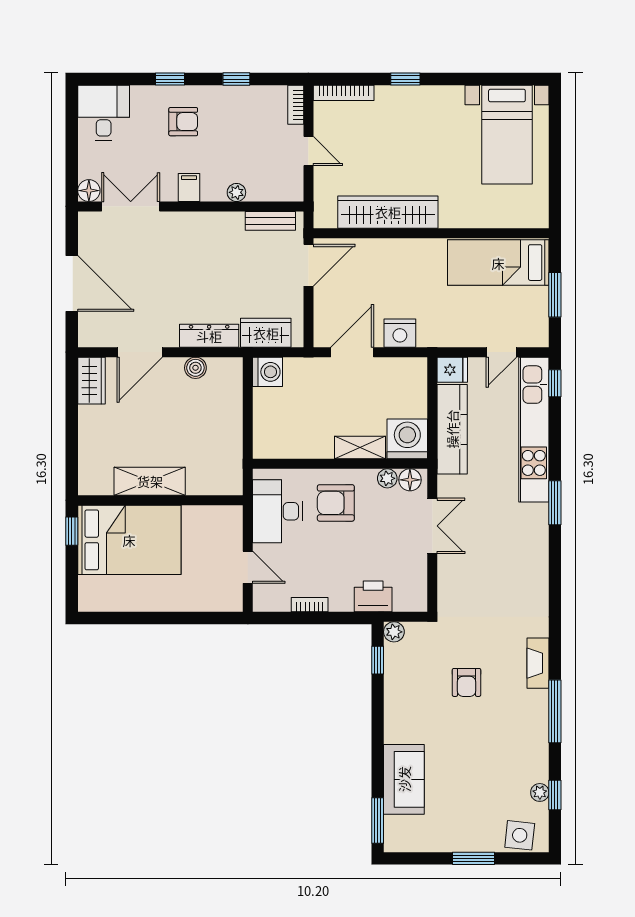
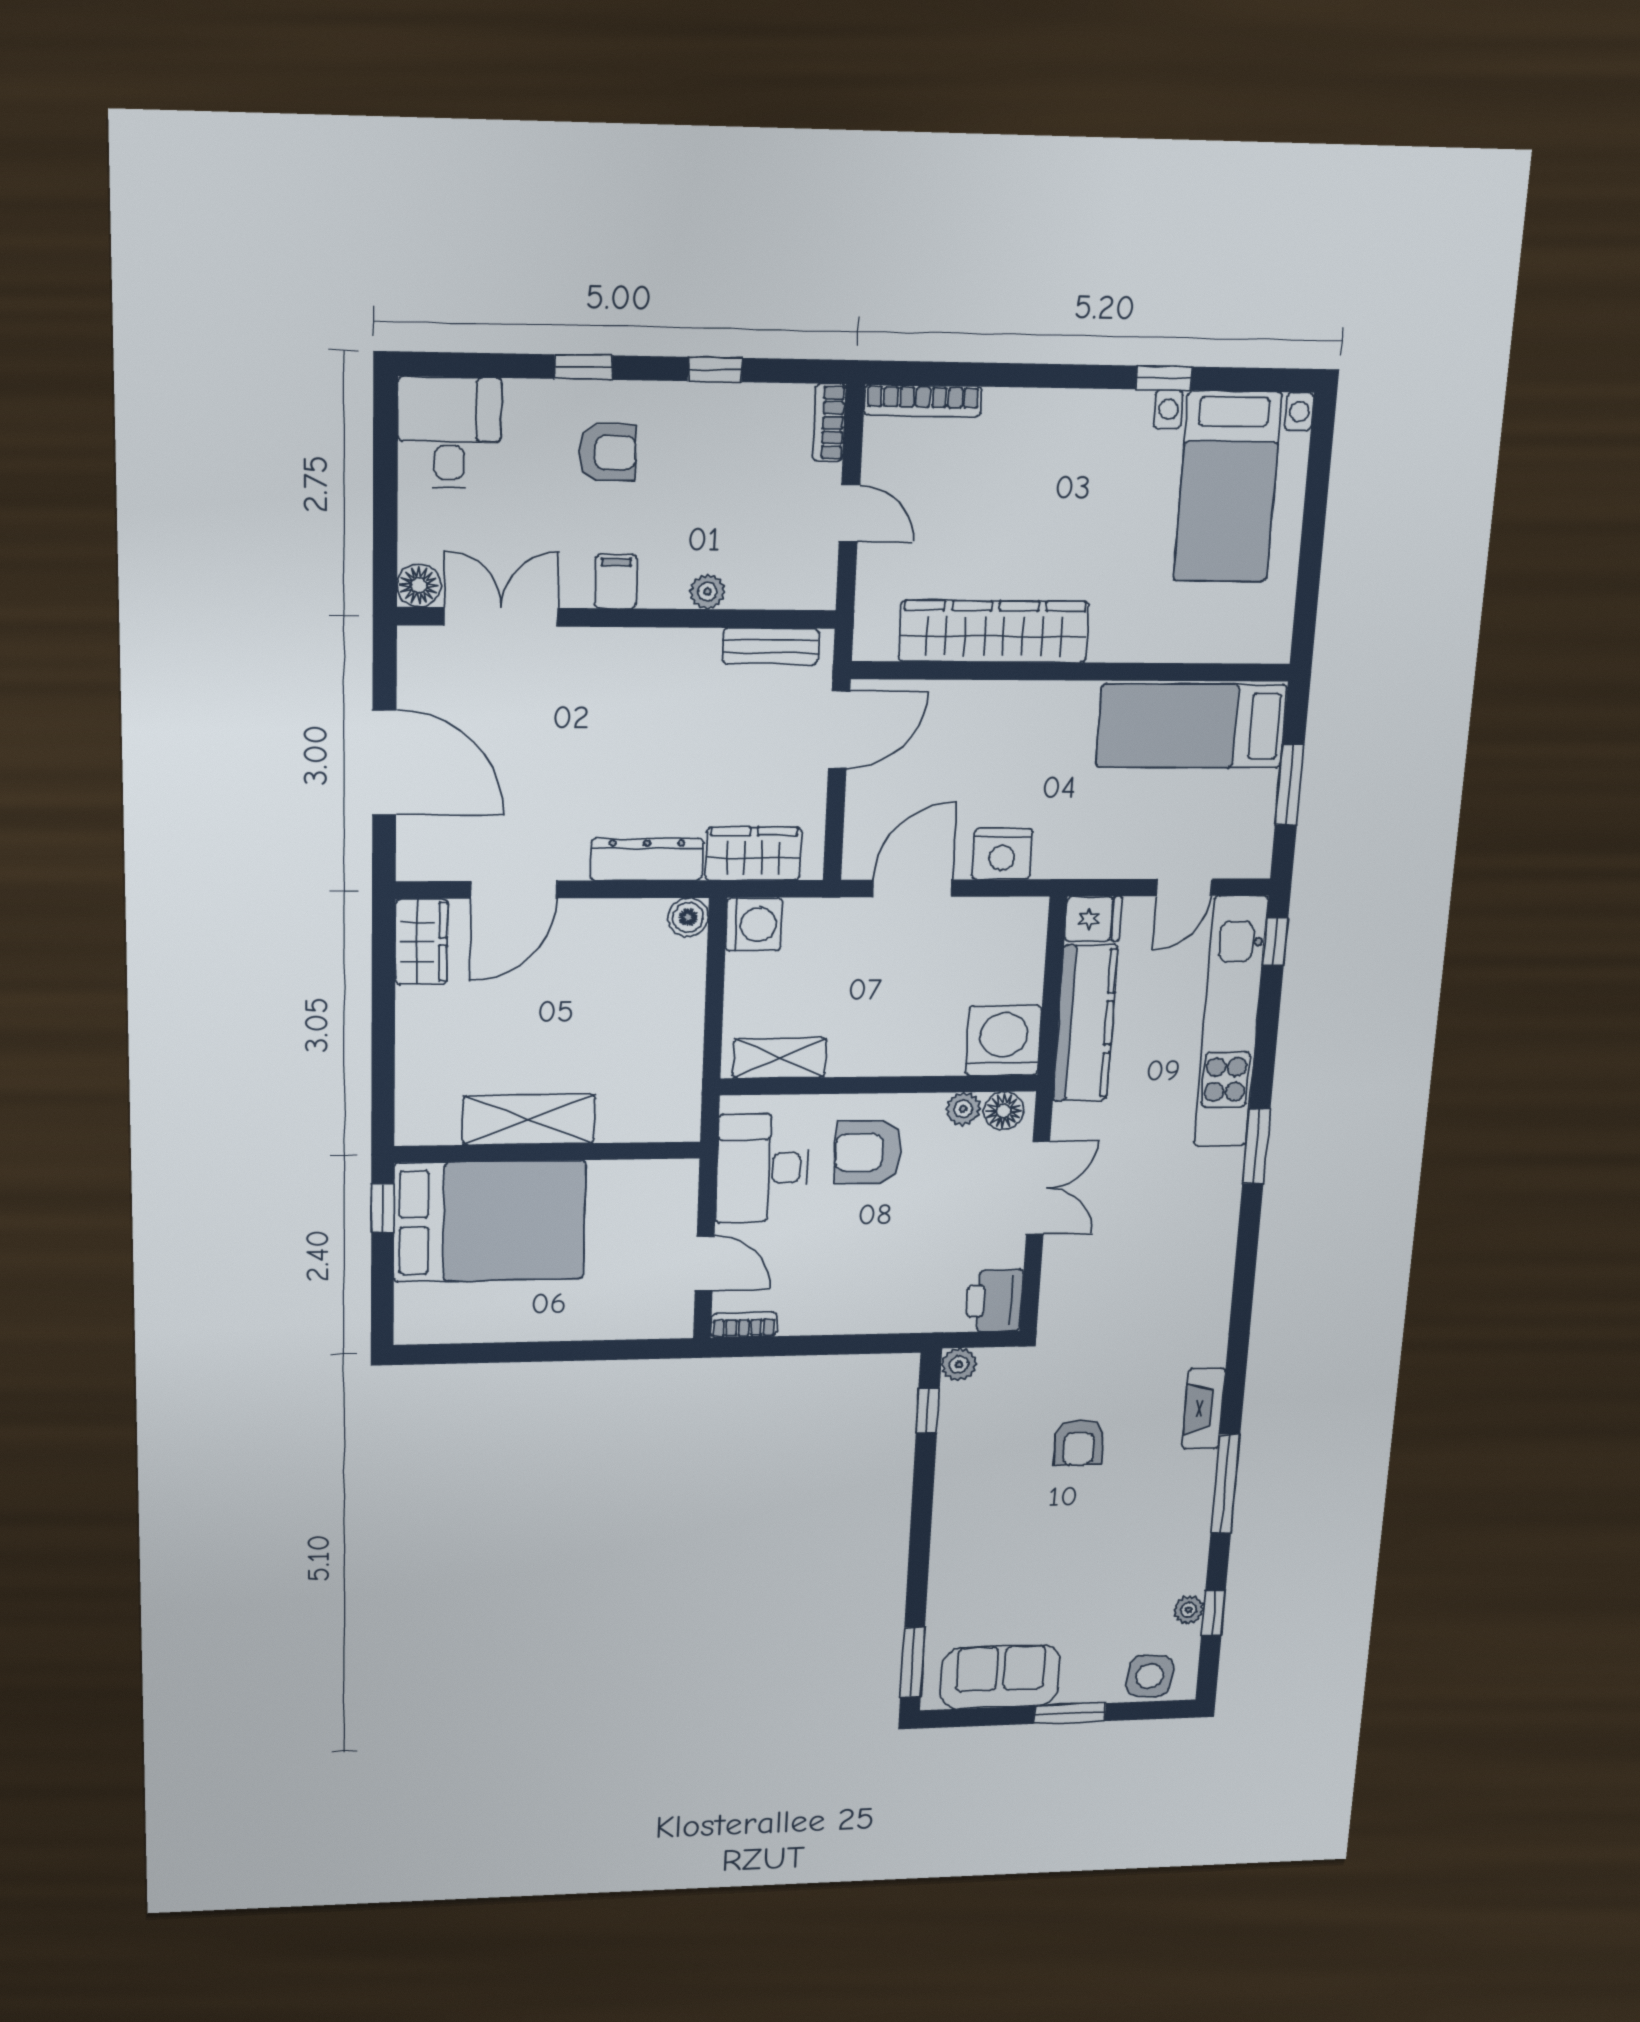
window: (405, 79) -> (1164, 378), moved
boiler: (195, 368) -> (688, 917), moved
shelving: (360, 448) -> (780, 1058), moved
printer: (373, 596) -> (995, 1301), moved, turned -90
bookcase: (310, 605) -> (744, 1325), moved
sofa: (404, 779) -> (1000, 1677), moved, turned -90

